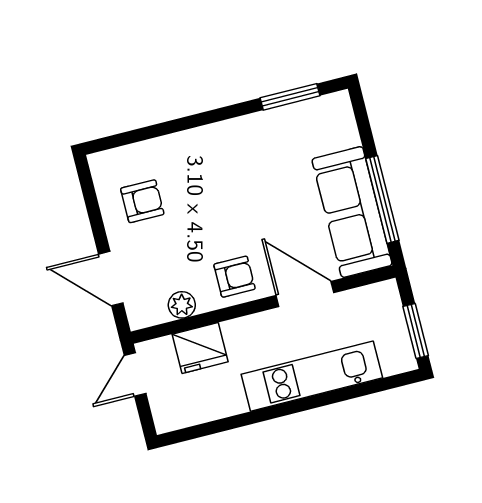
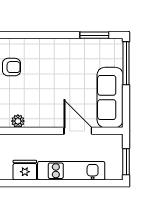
window: (382, 199) -> (126, 63), moved
armchair: (234, 277) -> (46, 114), removed
fridge: (200, 348) -> (25, 170), moved, turned 180

